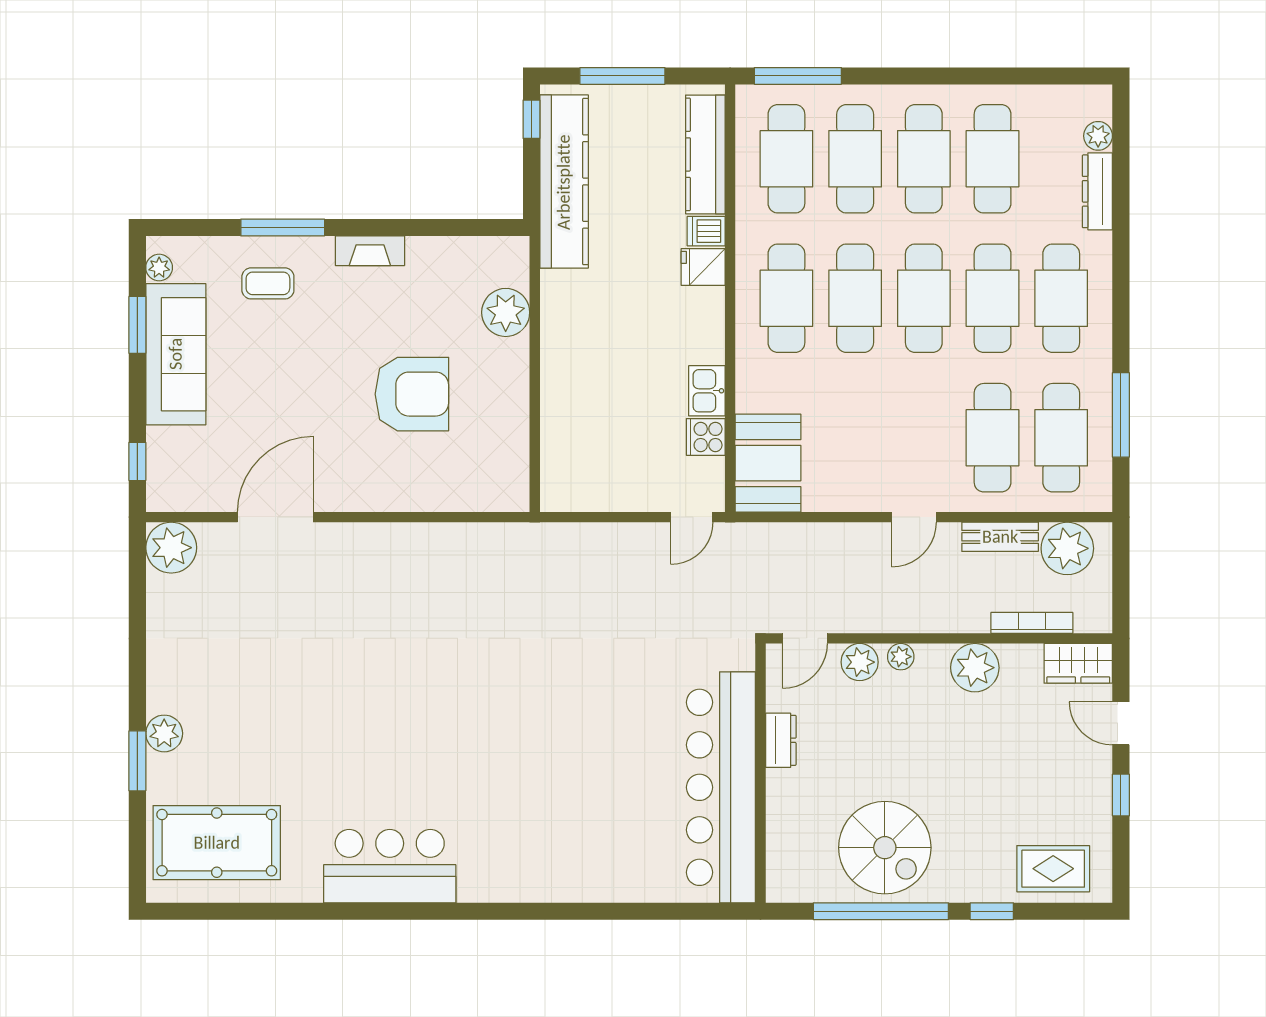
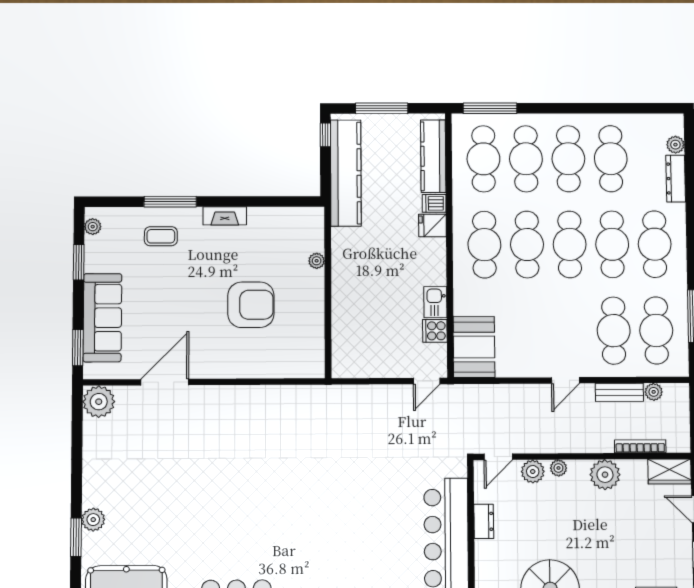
plant: (506, 312) -> (317, 261), width x0.53, depth x0.53
sofa: (176, 354) -> (102, 318), moved
window: (137, 461) -> (78, 348), width x1.50
plant: (1067, 548) -> (654, 392), width x0.53, depth x0.53

